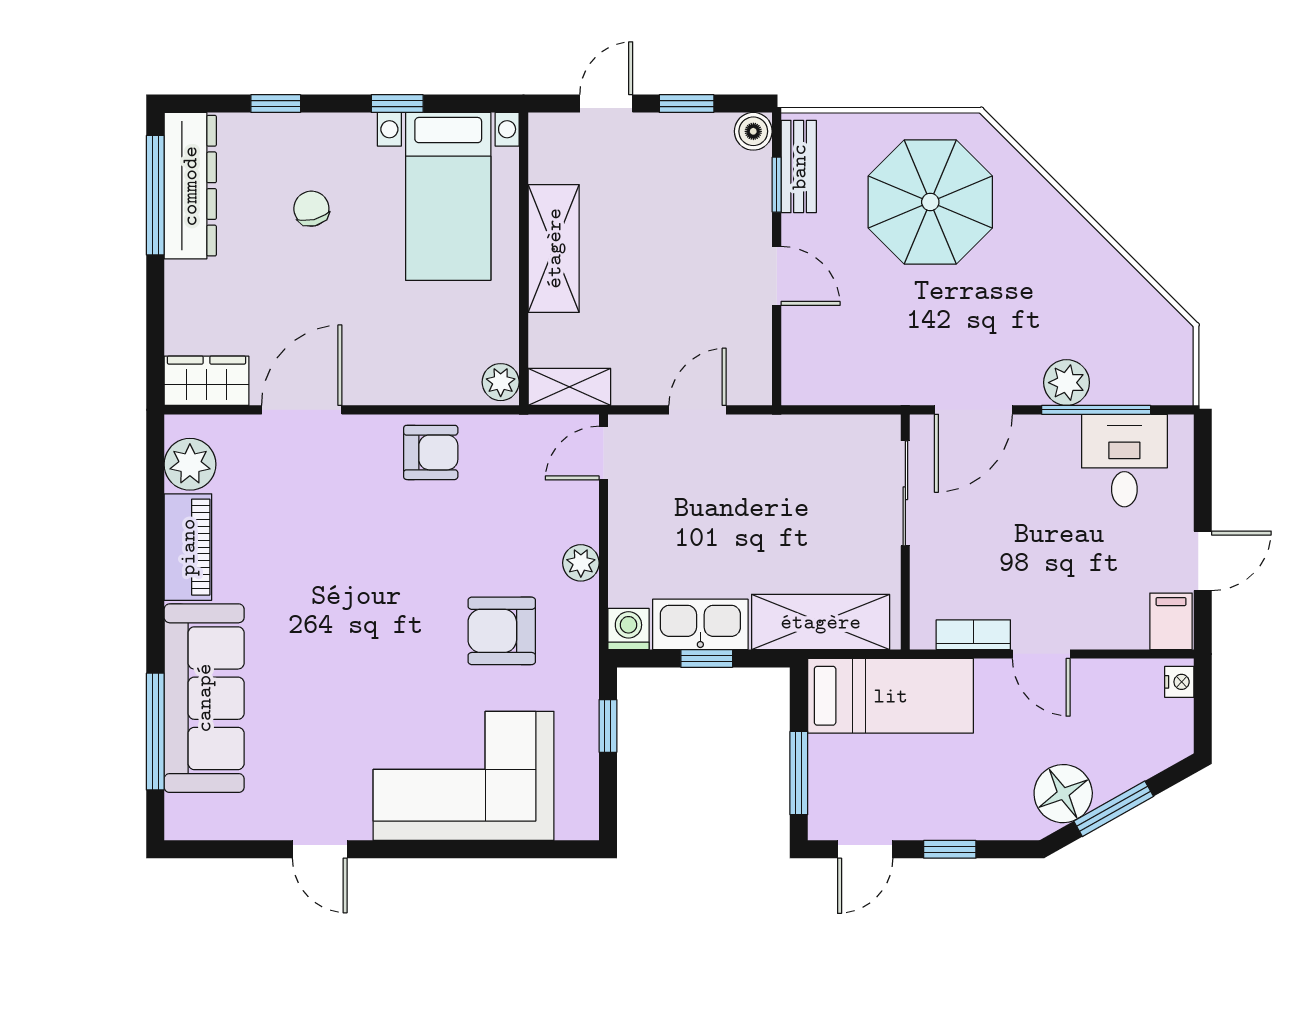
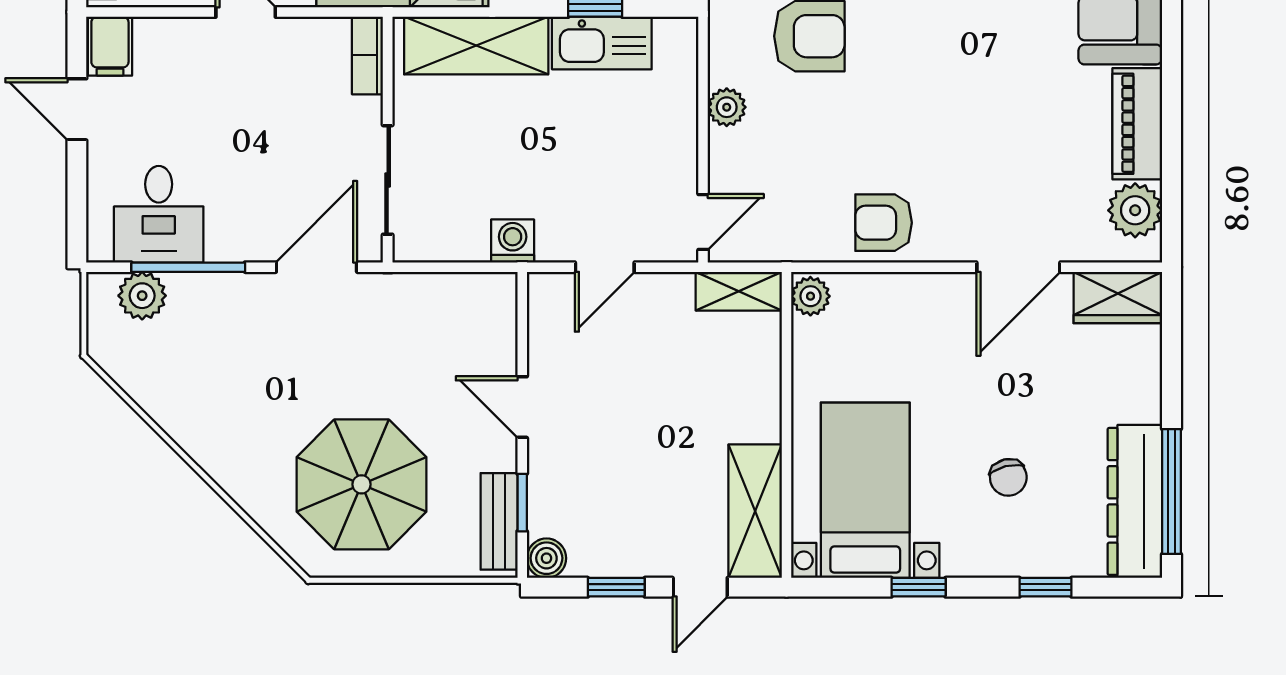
shelving: (554, 248) -> (755, 511), moved
plant: (1067, 383) -> (142, 296), moved
door: (1203, 561) -> (77, 109), hinge flipped
washing machine: (628, 629) -> (513, 241), moved, turned 180
bookcase: (973, 635) -> (367, 55), moved, turned 90

